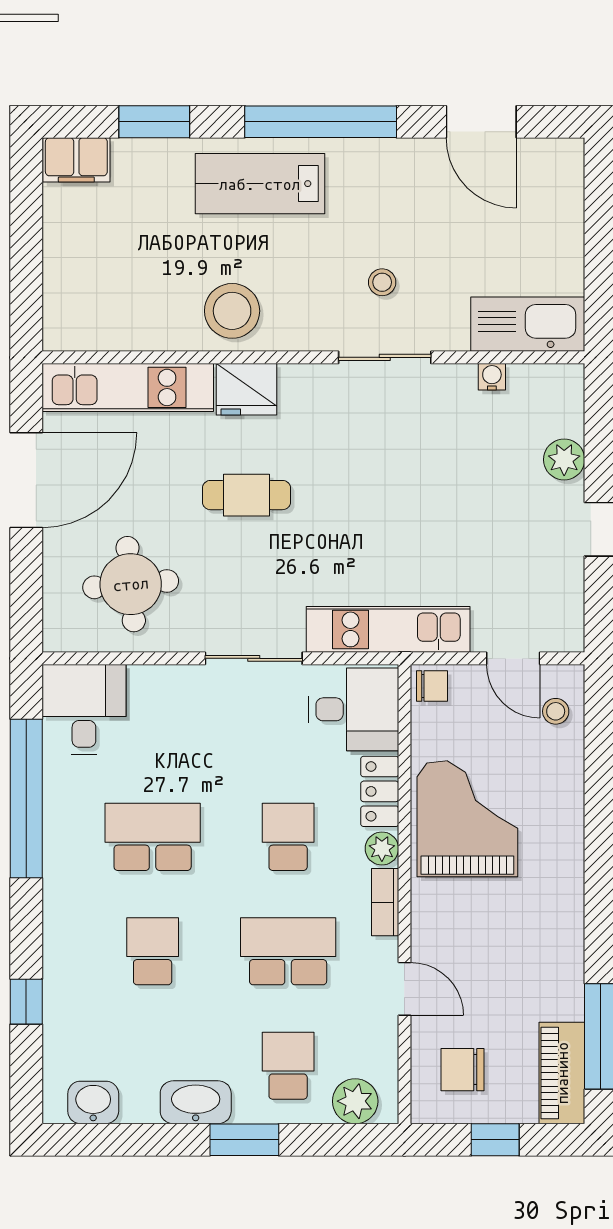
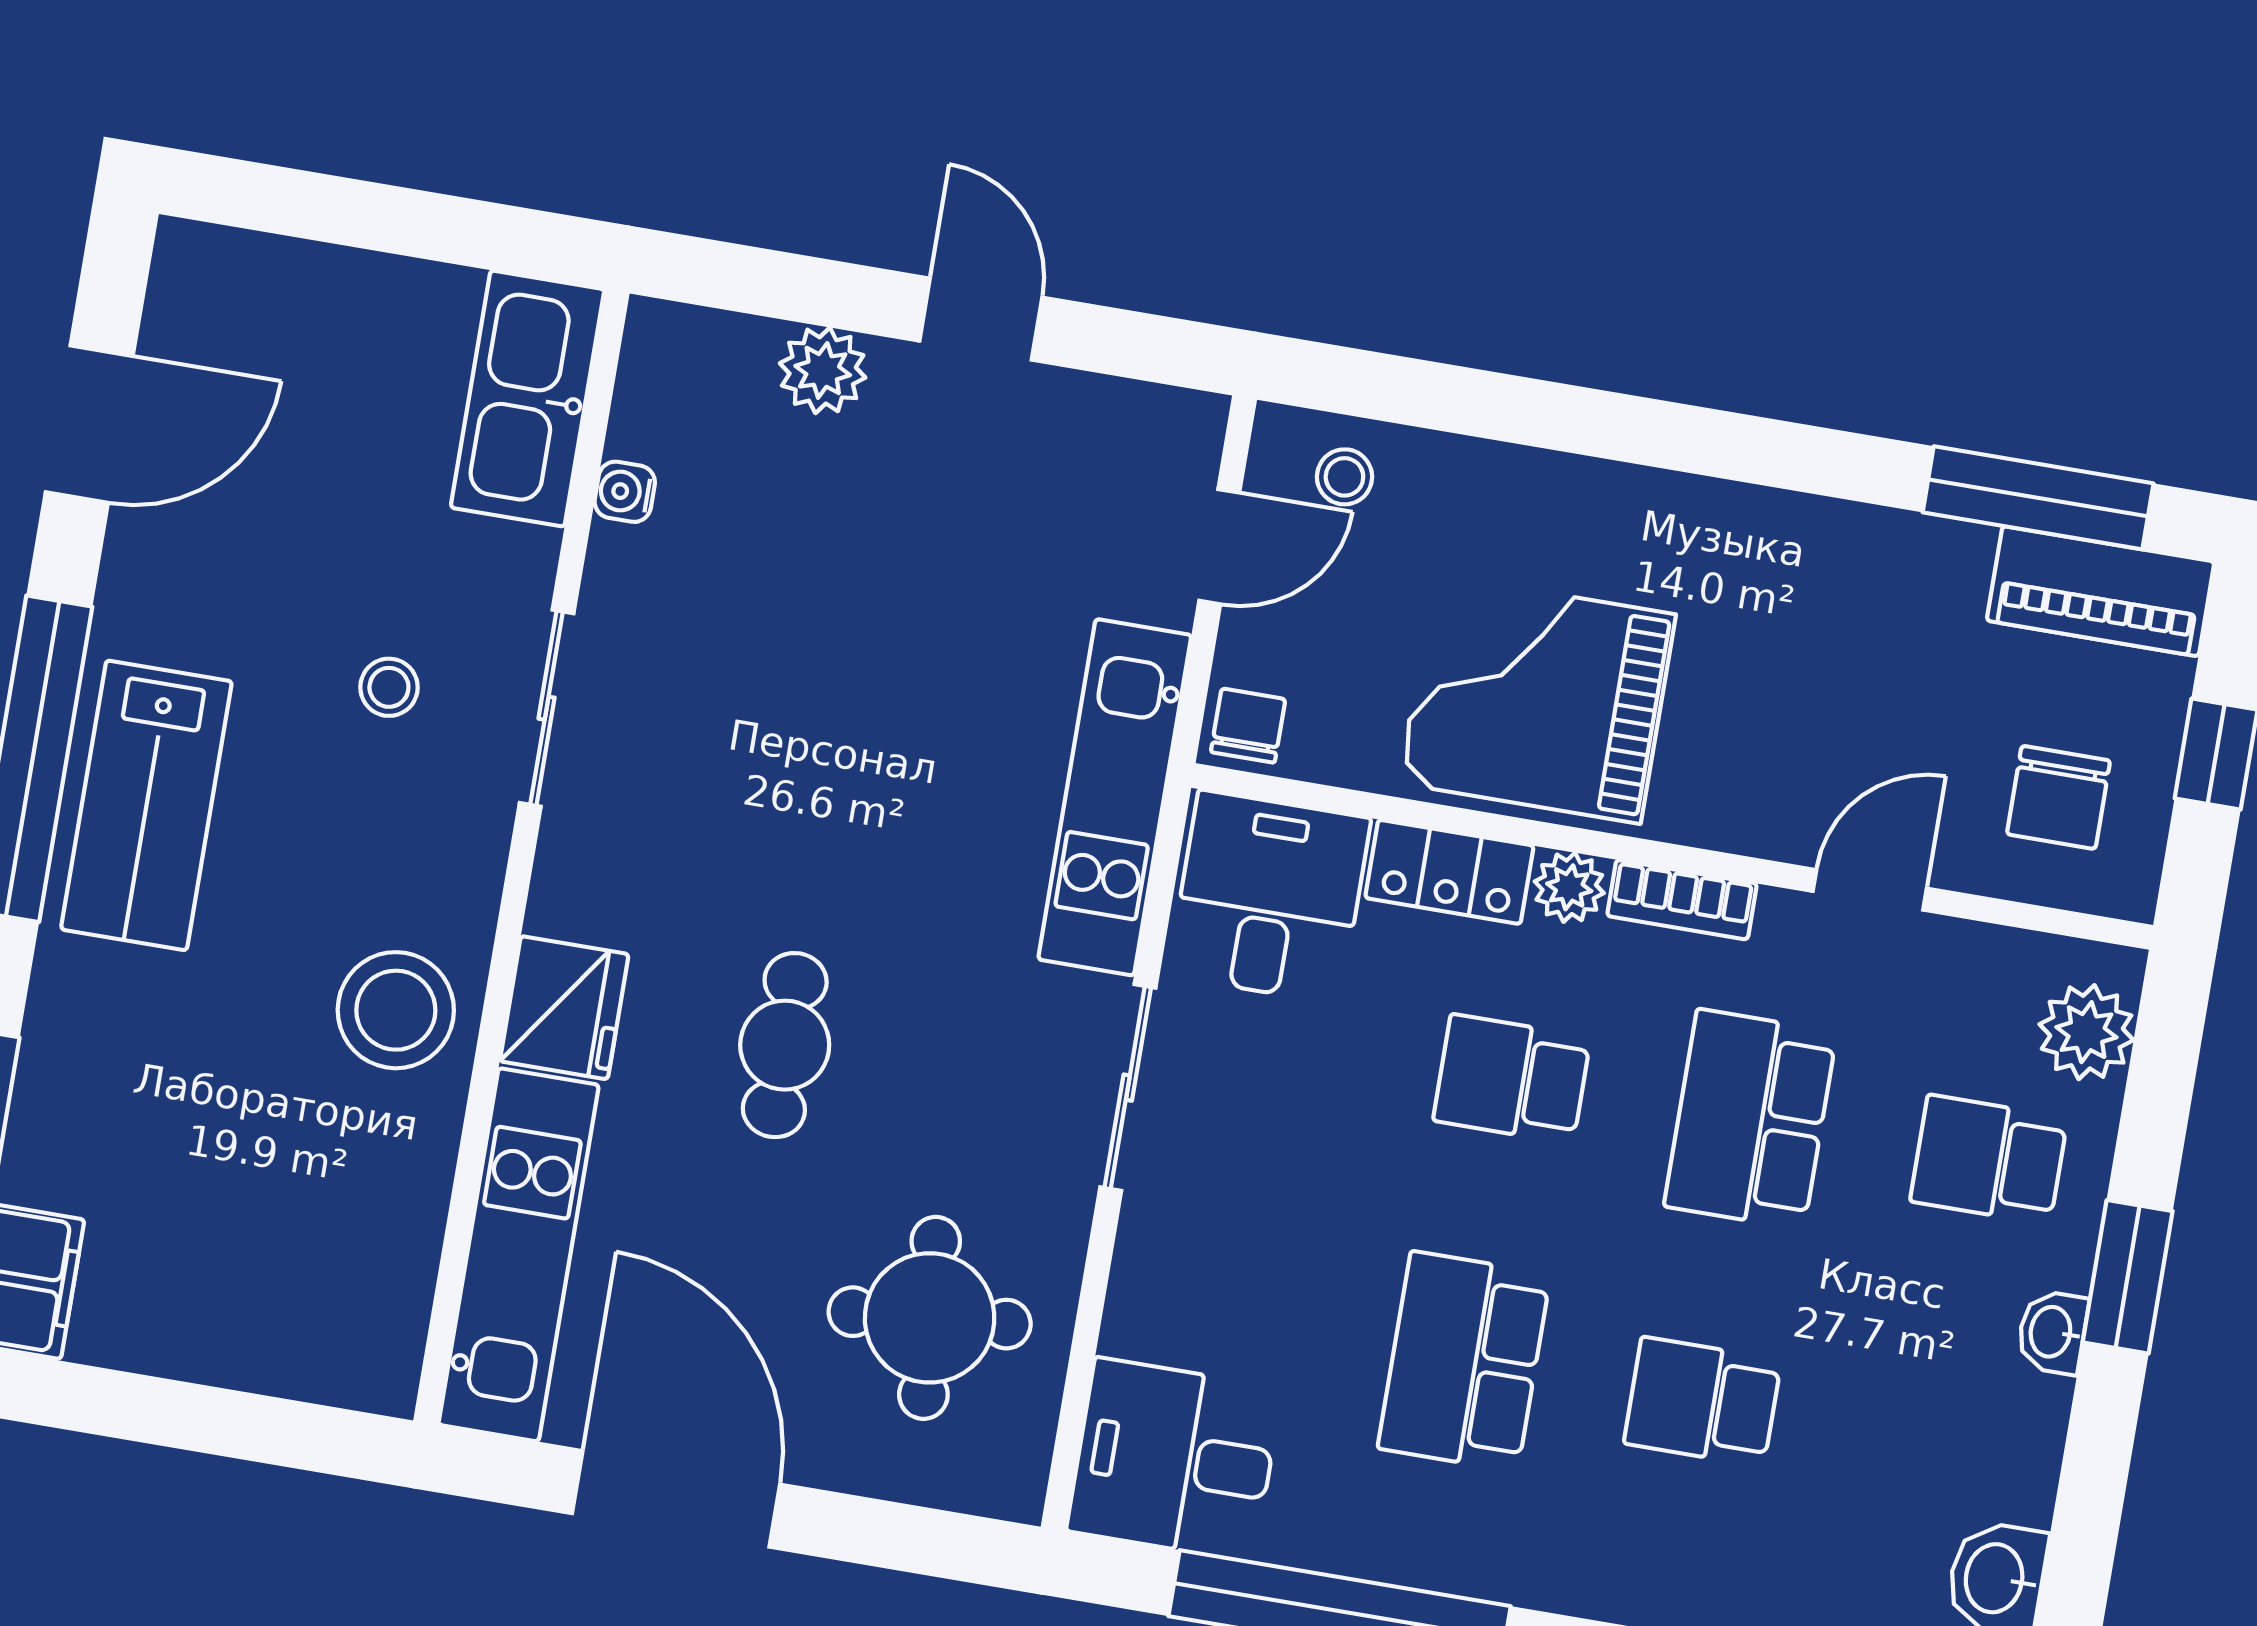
lab bench: (260, 184) -> (146, 805), moved
washbasin: (196, 1102) -> (2052, 1332), width x0.52, depth x0.69

